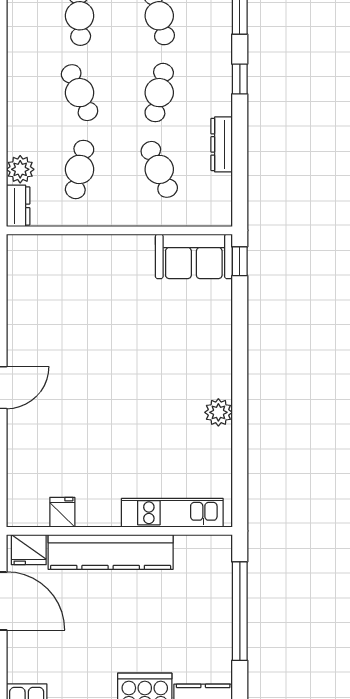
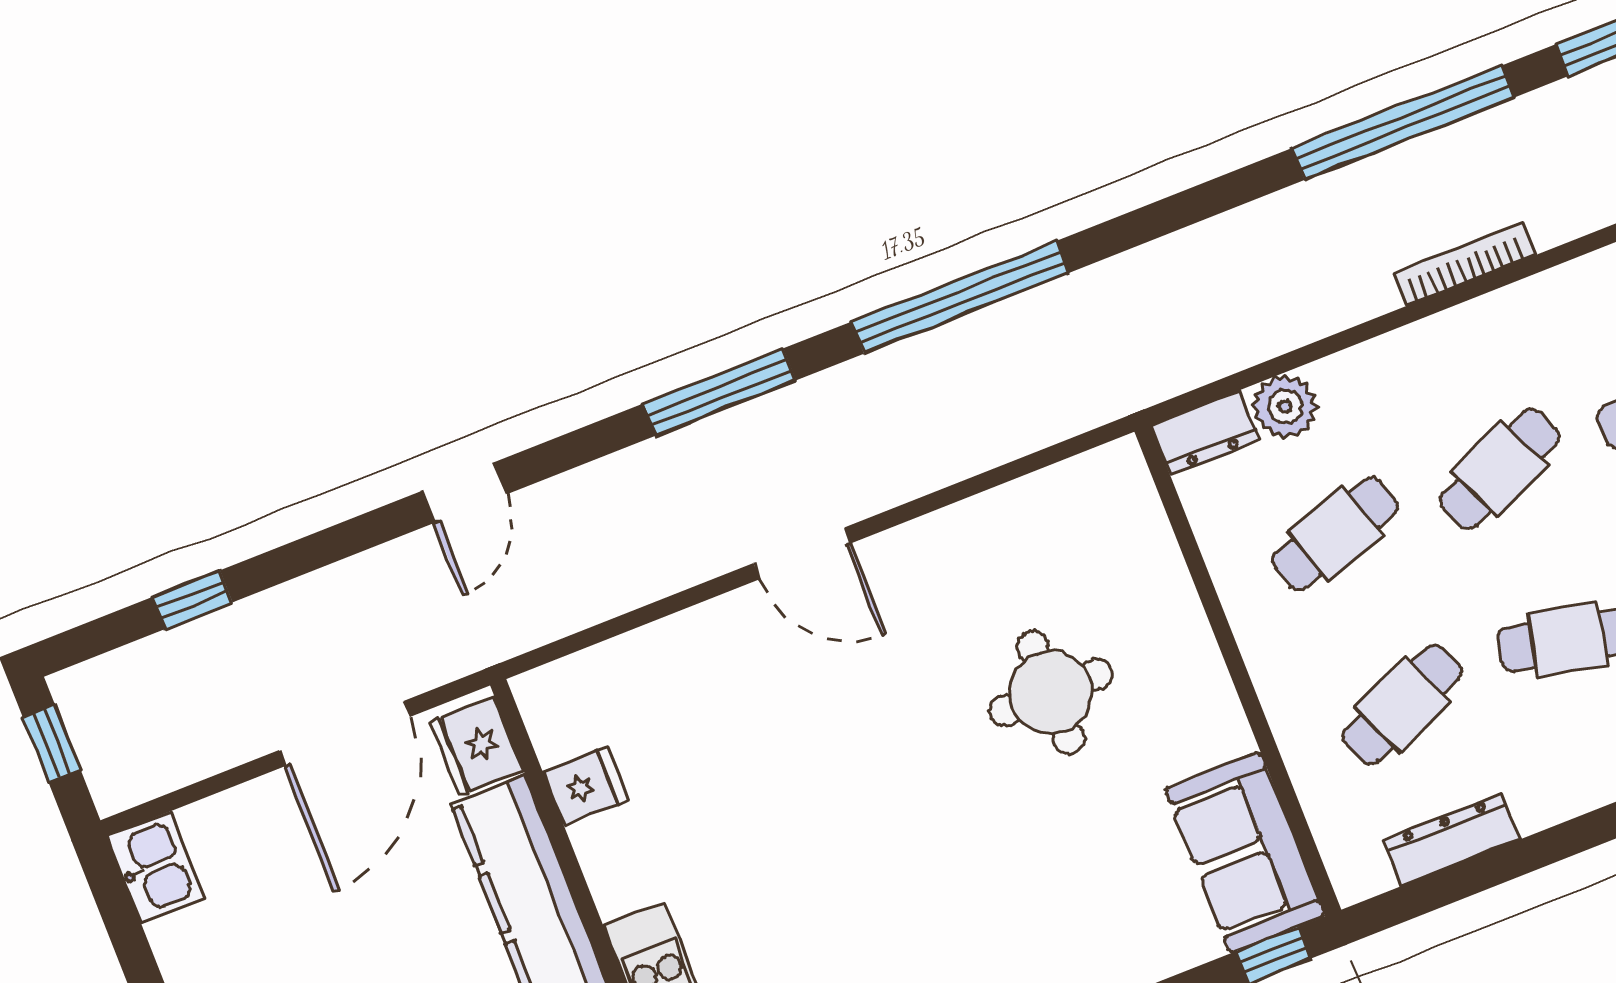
dresser: (222, 144) -> (1451, 840), moved
cafe table: (80, 169) -> (1335, 534), turned -30
round table: (98, 309) -> (1051, 693), added

